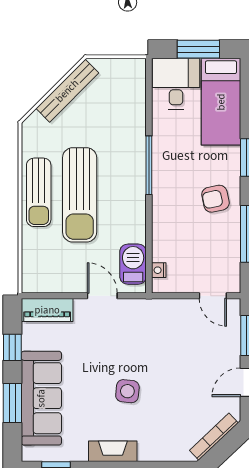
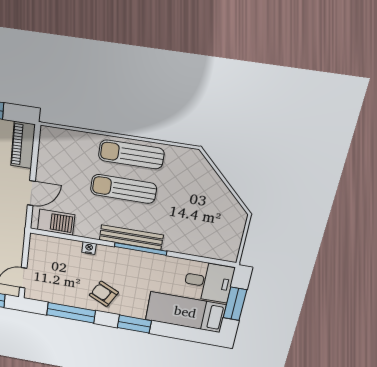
bench: (67, 91) -> (131, 237), moved, turned -45
sun lounger: (80, 195) -> (123, 189), width x0.73, depth x0.75
armchair: (215, 199) -> (104, 294), turned -51
nightstand: (159, 270) -> (89, 248), moved

